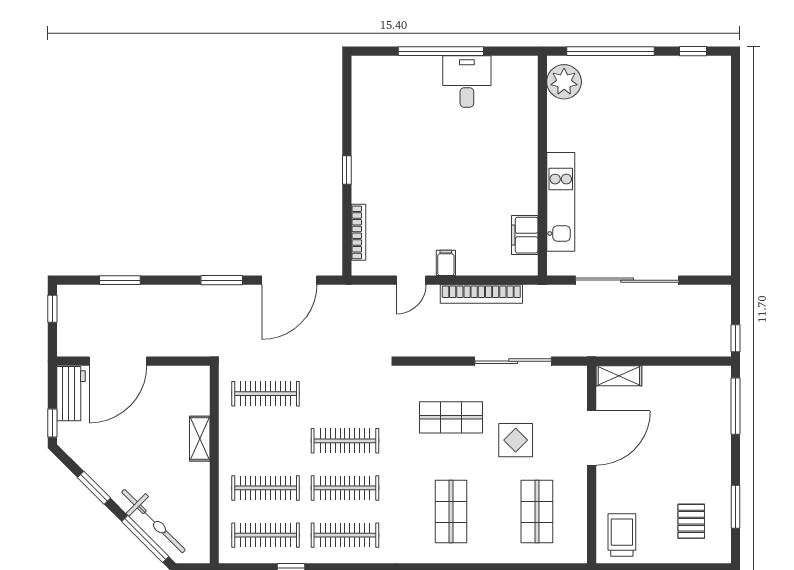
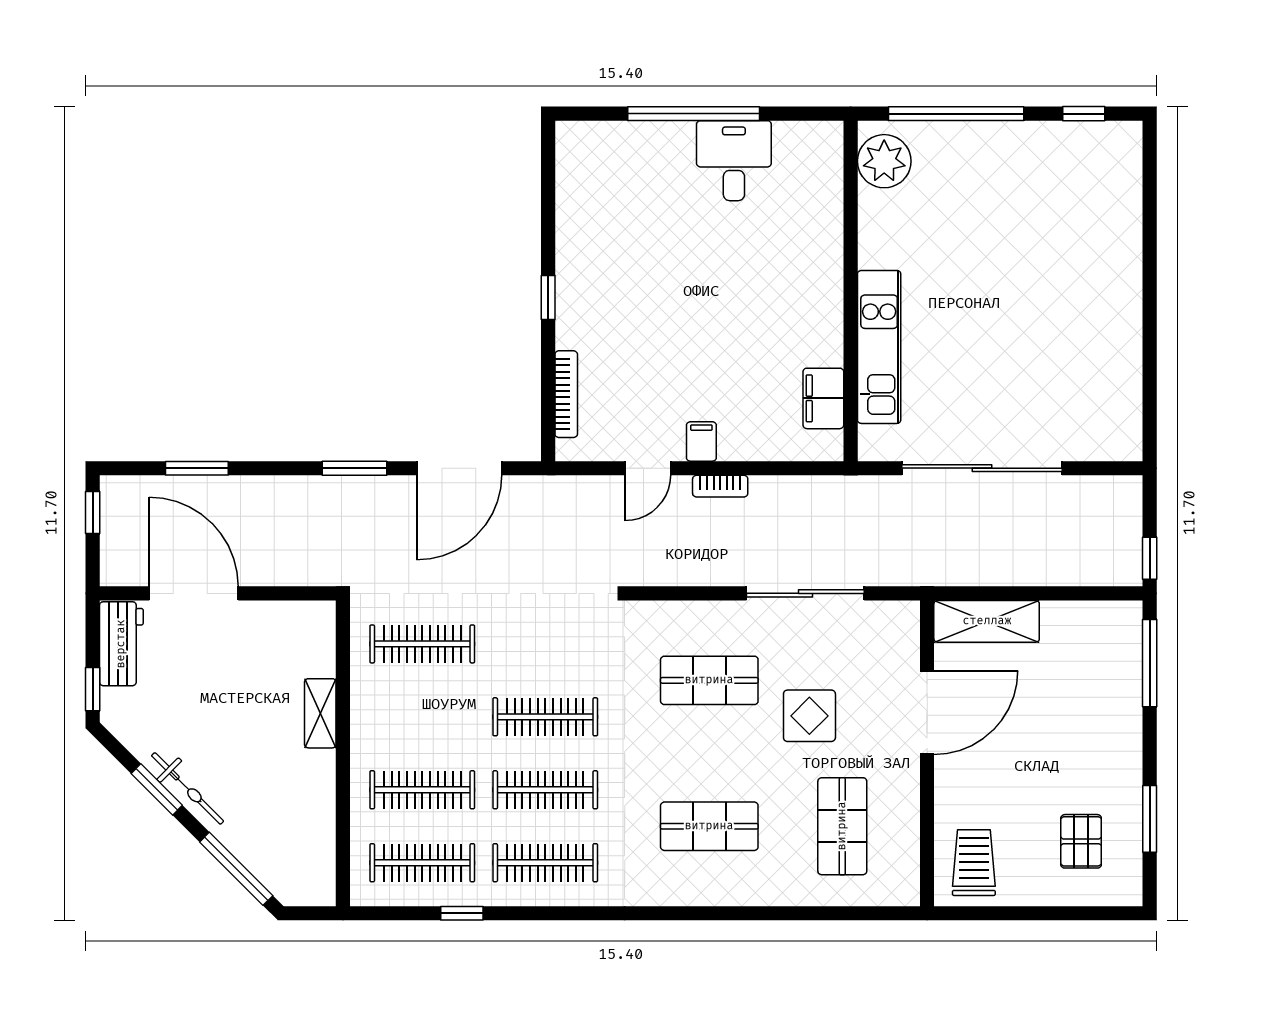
bookcase: (481, 294) -> (720, 486), width x0.43, depth x0.76
door: (118, 361) -> (194, 593), swing flipped
shelving: (619, 376) -> (987, 621), width x1.50, depth x1.33
shop shelf: (451, 512) -> (709, 826), turned 90
bicycle: (153, 521) -> (188, 788), moved, width x0.73, depth x0.71

